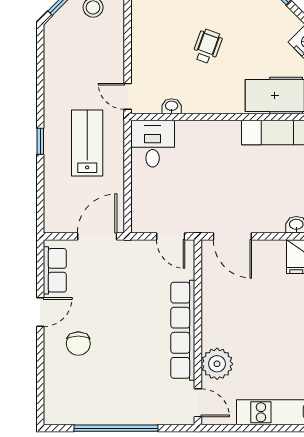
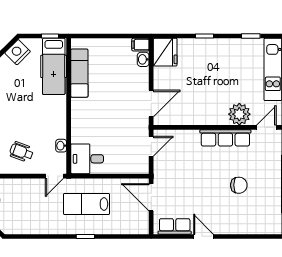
wheelchair: (207, 46) -> (21, 152), moved
row of seats: (183, 330) -> (225, 138), width x0.73
chair: (78, 344) -> (239, 185), moved

